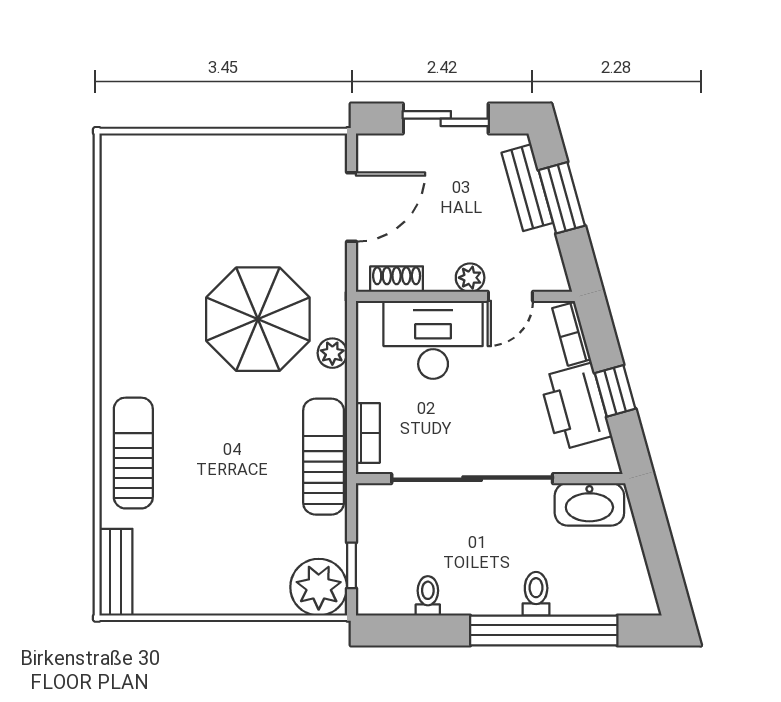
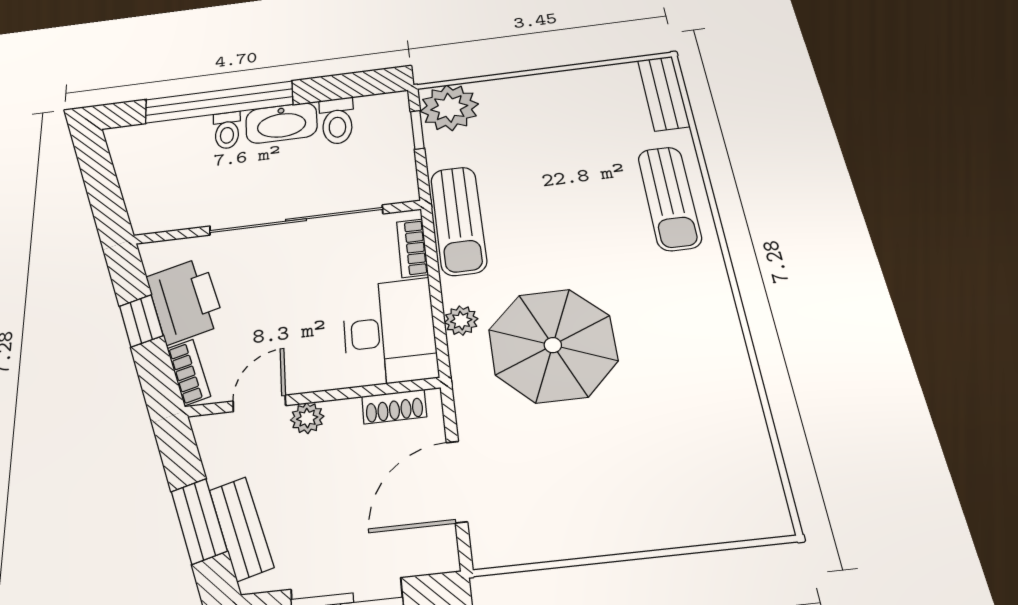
desk: (433, 340) -> (389, 332), moved, turned -90
washbasin: (589, 504) -> (281, 123), moved, turned 180
toilet: (428, 596) -> (337, 121), width x1.37, depth x1.39

